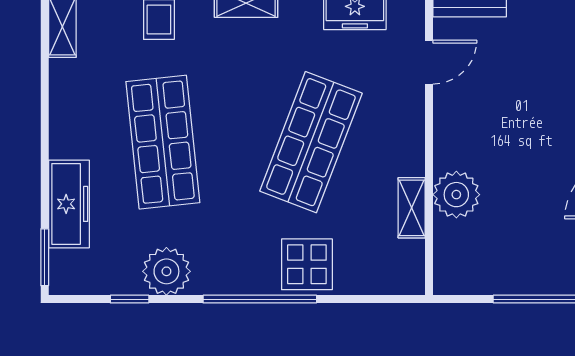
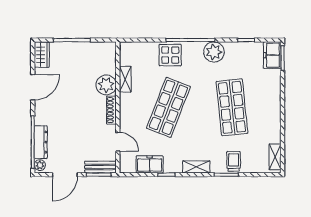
door: (429, 62) -> (118, 142), swing flipped
shoe rack: (444, 136) -> (111, 110), added
freezer: (69, 204) -> (272, 55), moved, width x0.71
plant: (166, 271) -> (214, 52), moved

